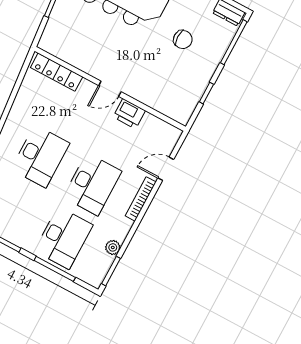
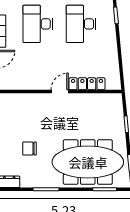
locker: (57, 72) -> (87, 84), moved
printer: (129, 114) -> (38, 82), removed

